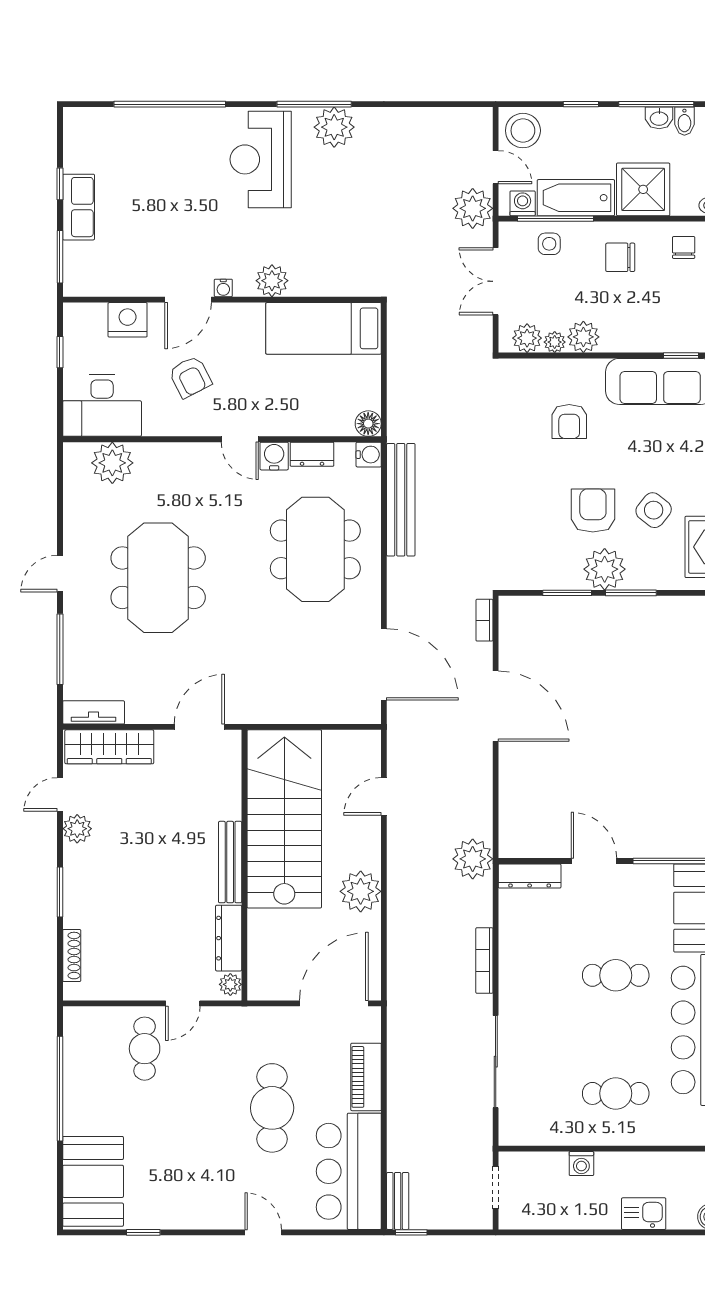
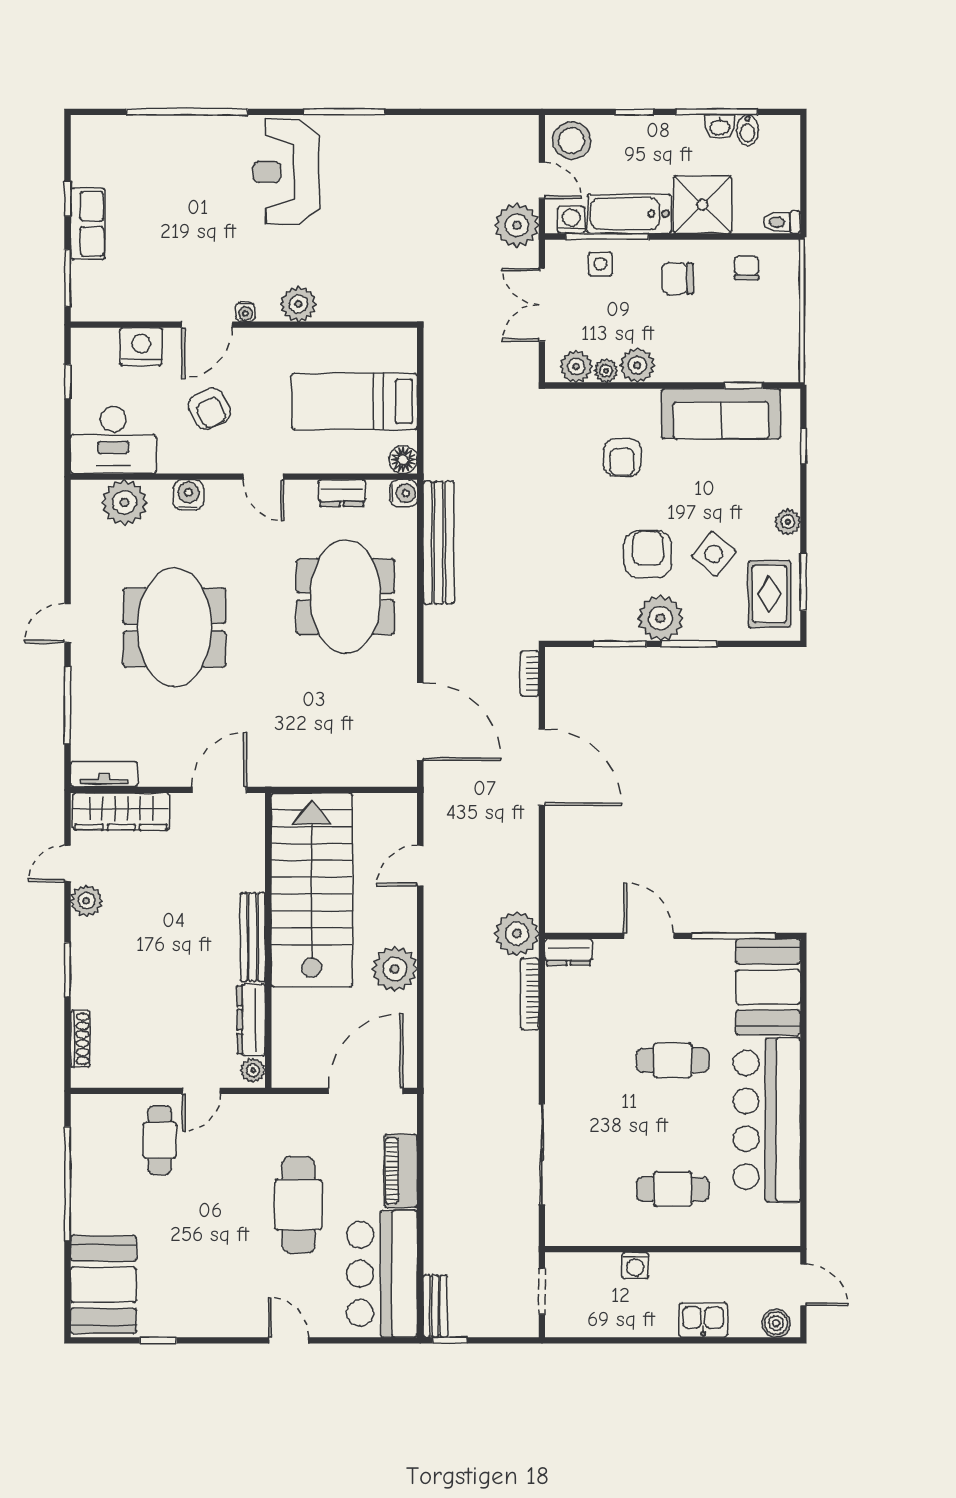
plant: (334, 127) -> (366, 137), removed
bed: (324, 328) -> (354, 401), moved
water cooler: (274, 456) -> (188, 495), moved
dresser: (530, 876) -> (569, 952), width x0.70
bookcase: (484, 961) -> (530, 994), moved

